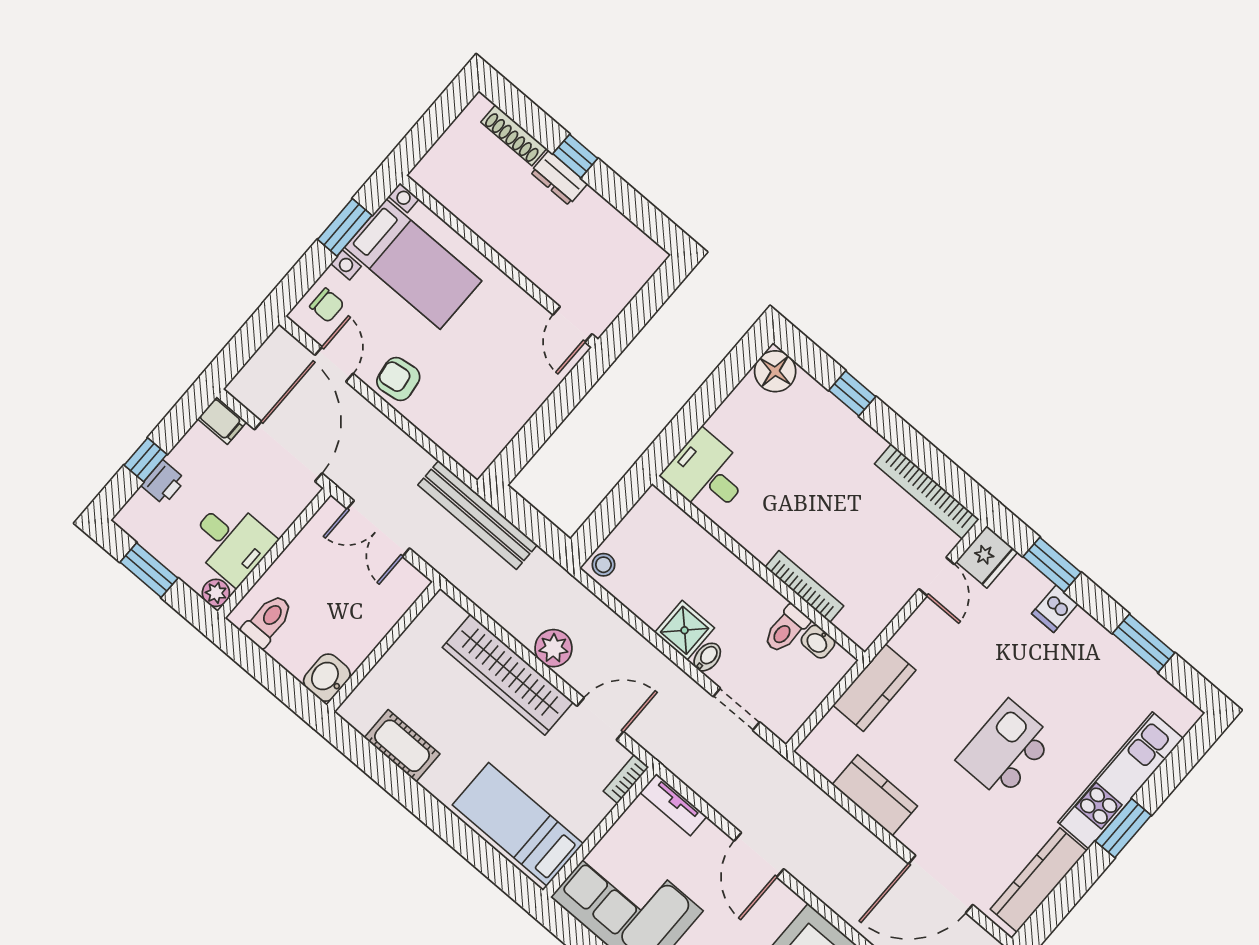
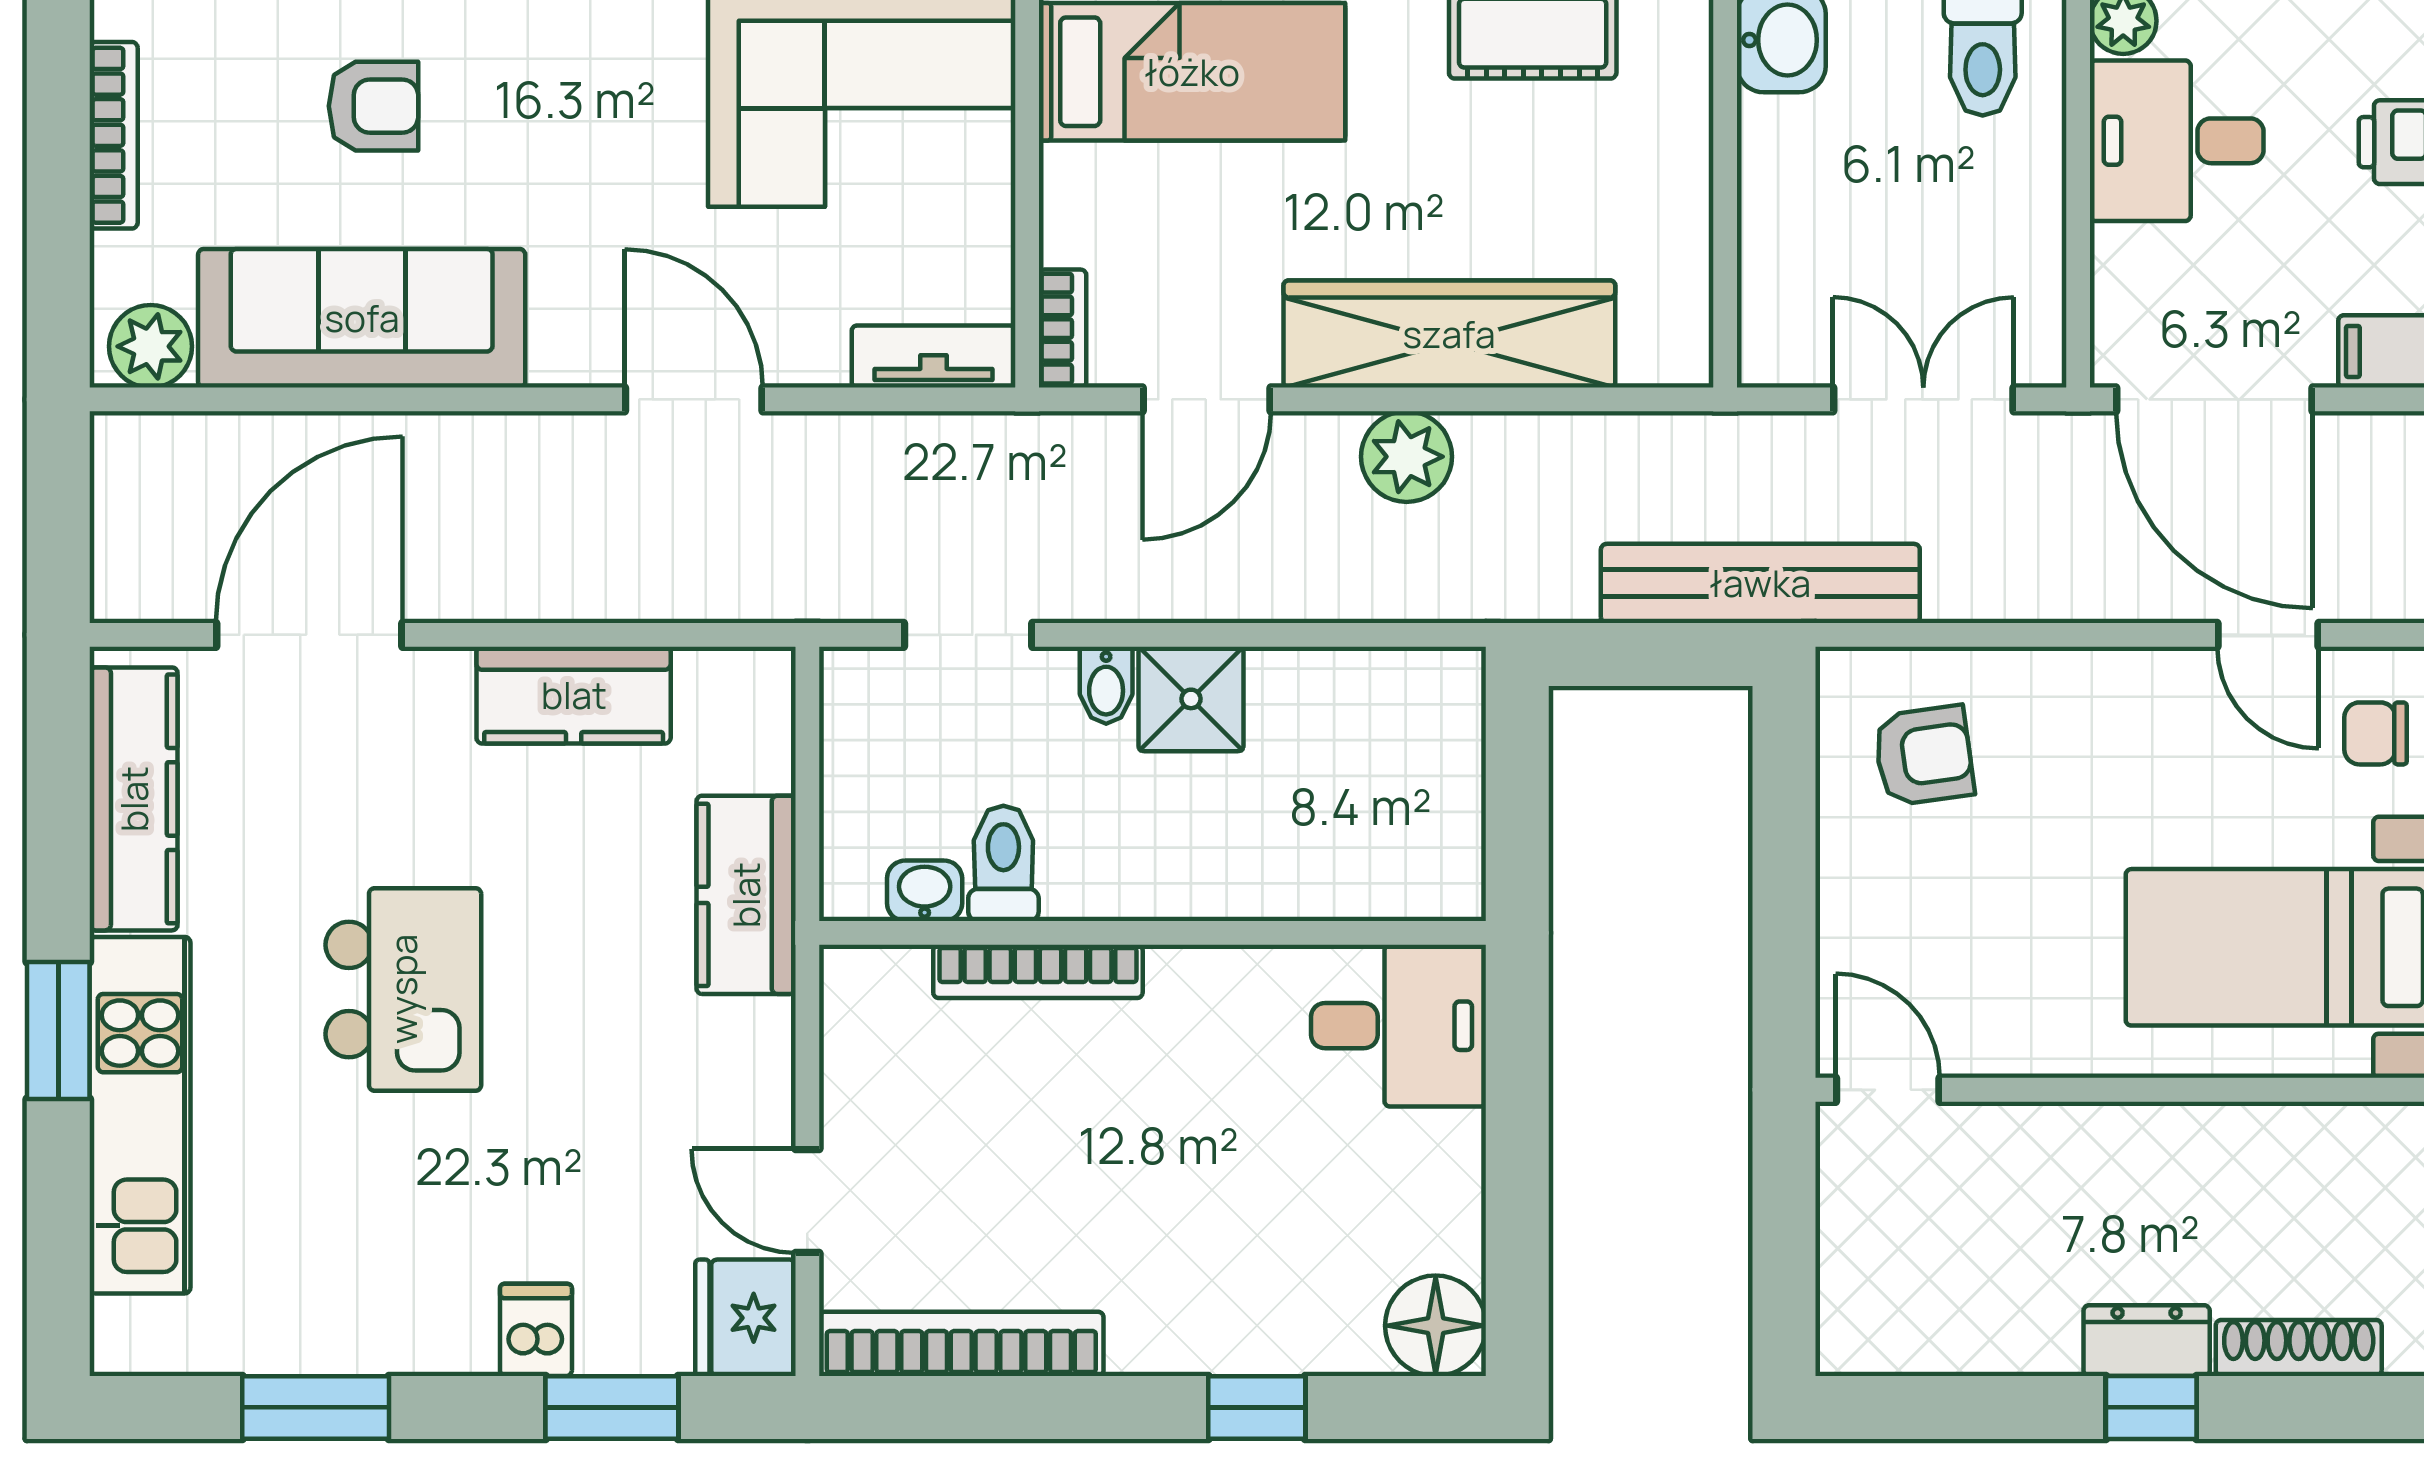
armchair: (398, 379) -> (1924, 756), moved
stool: (603, 565) -> (1447, 692), removed

